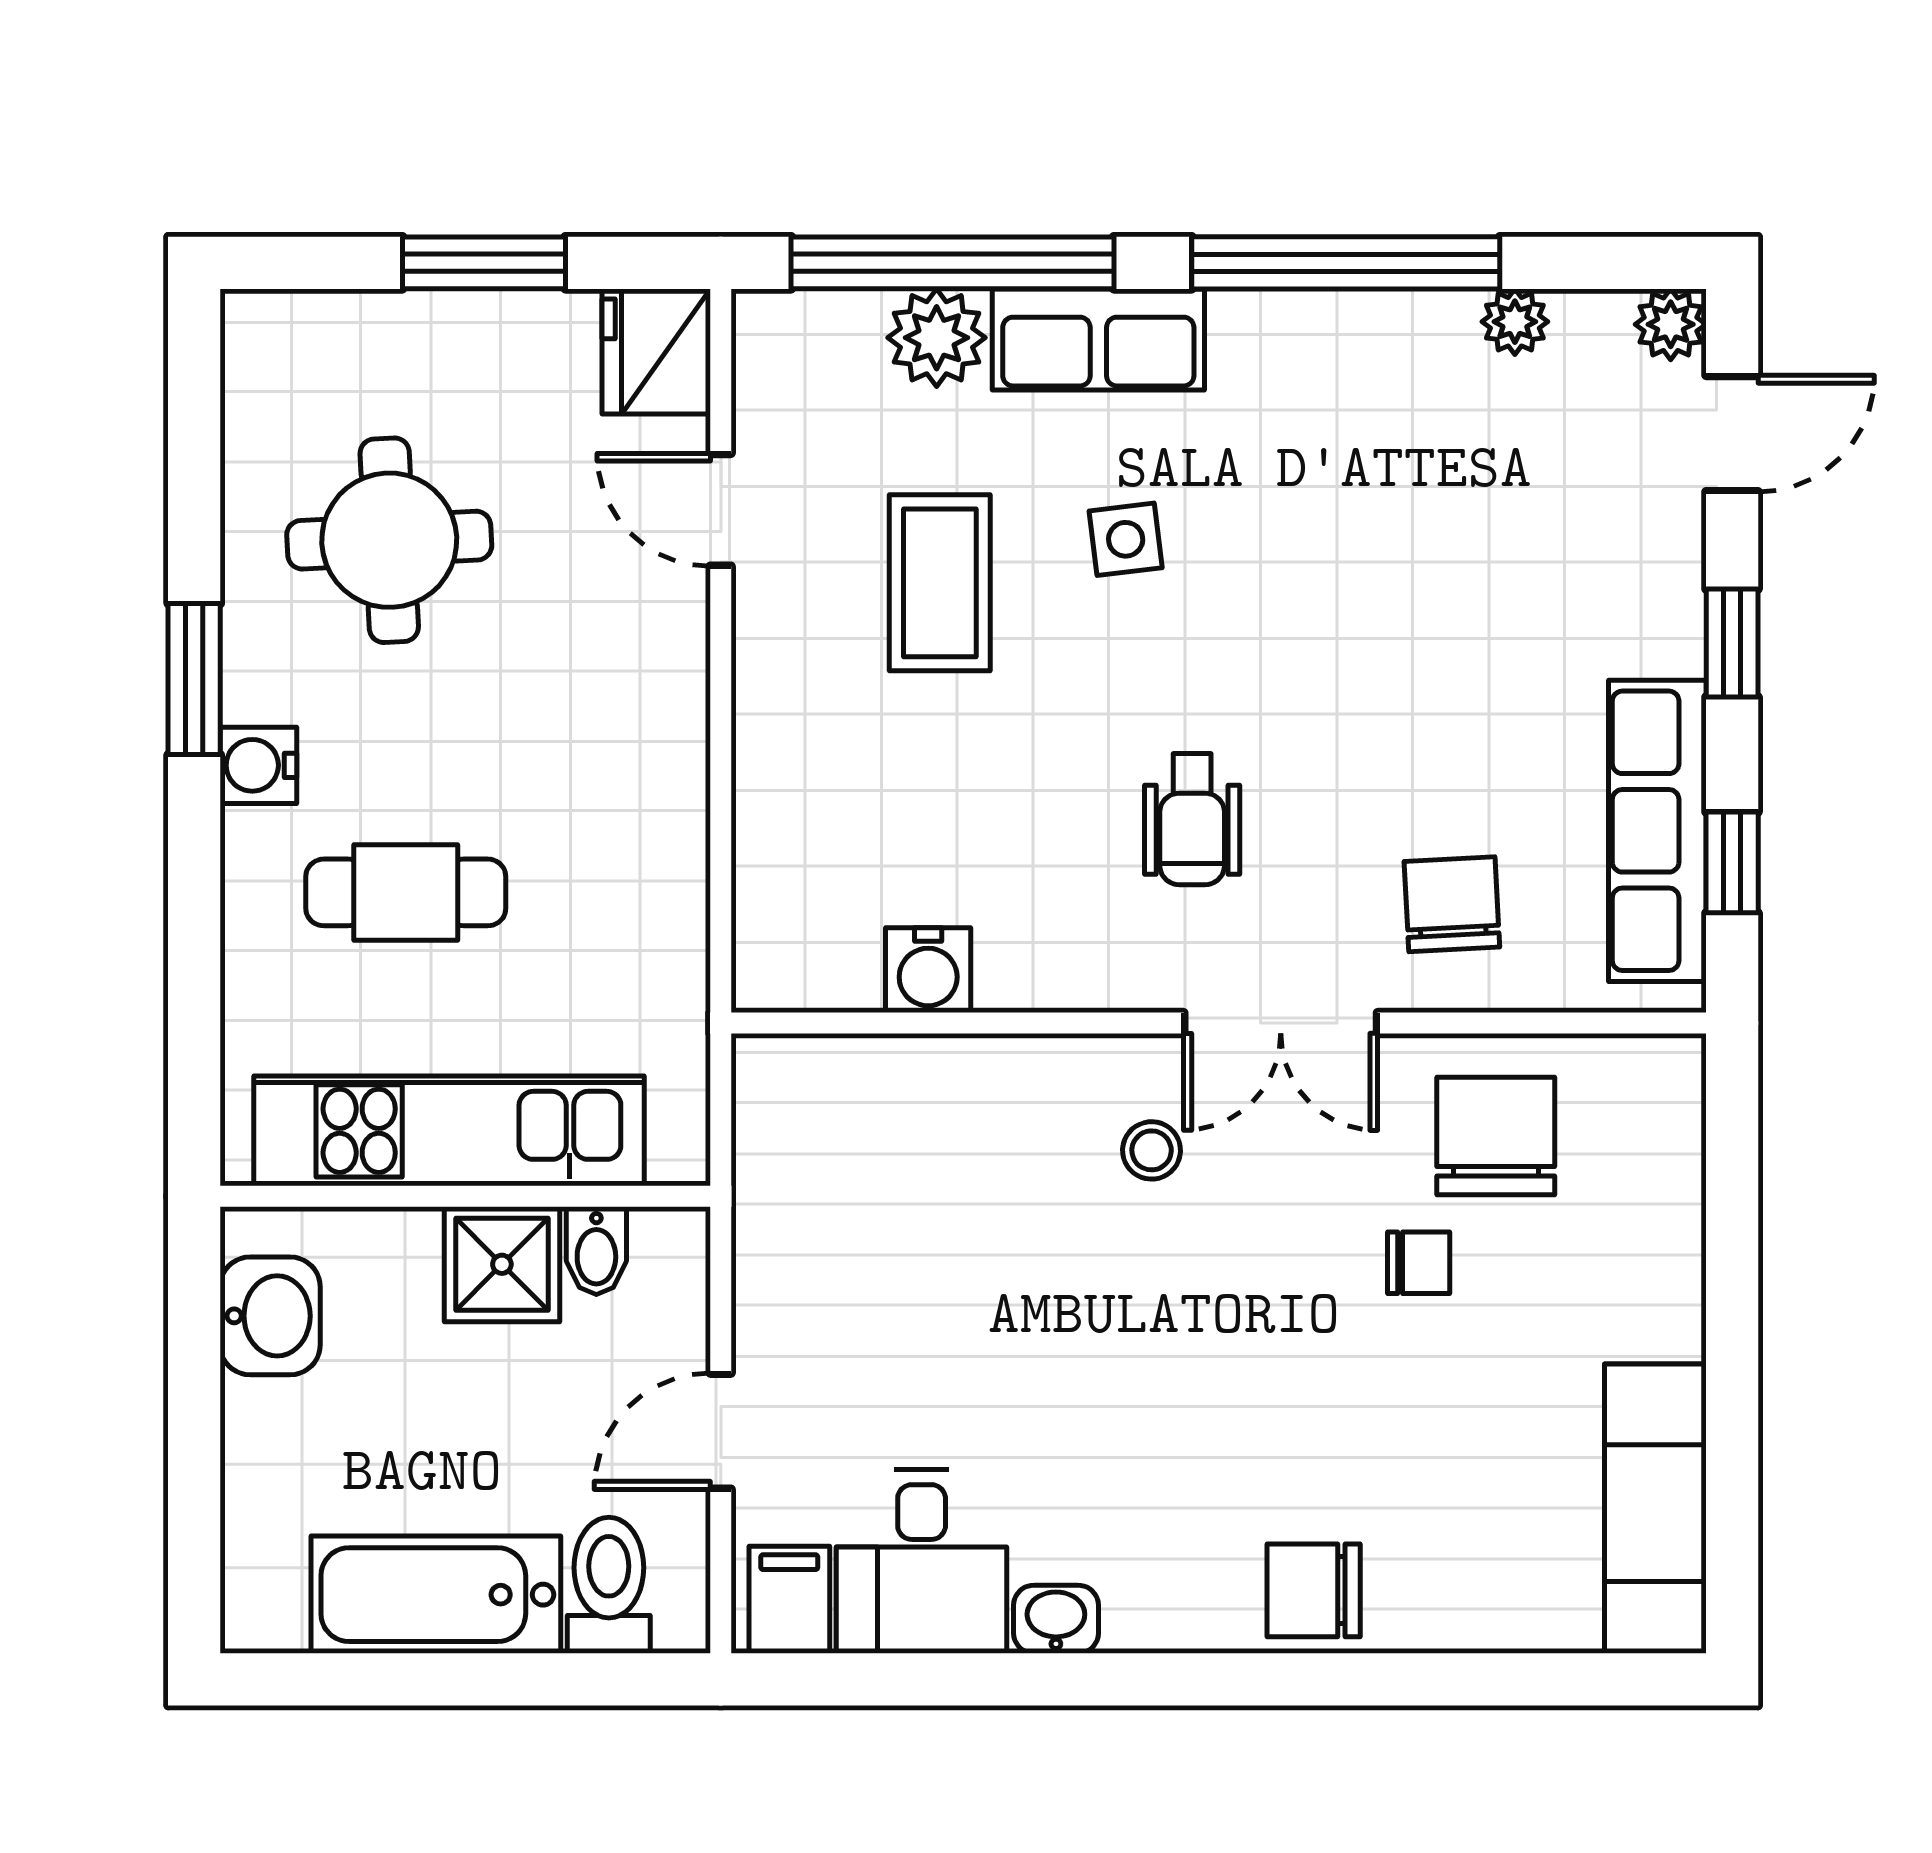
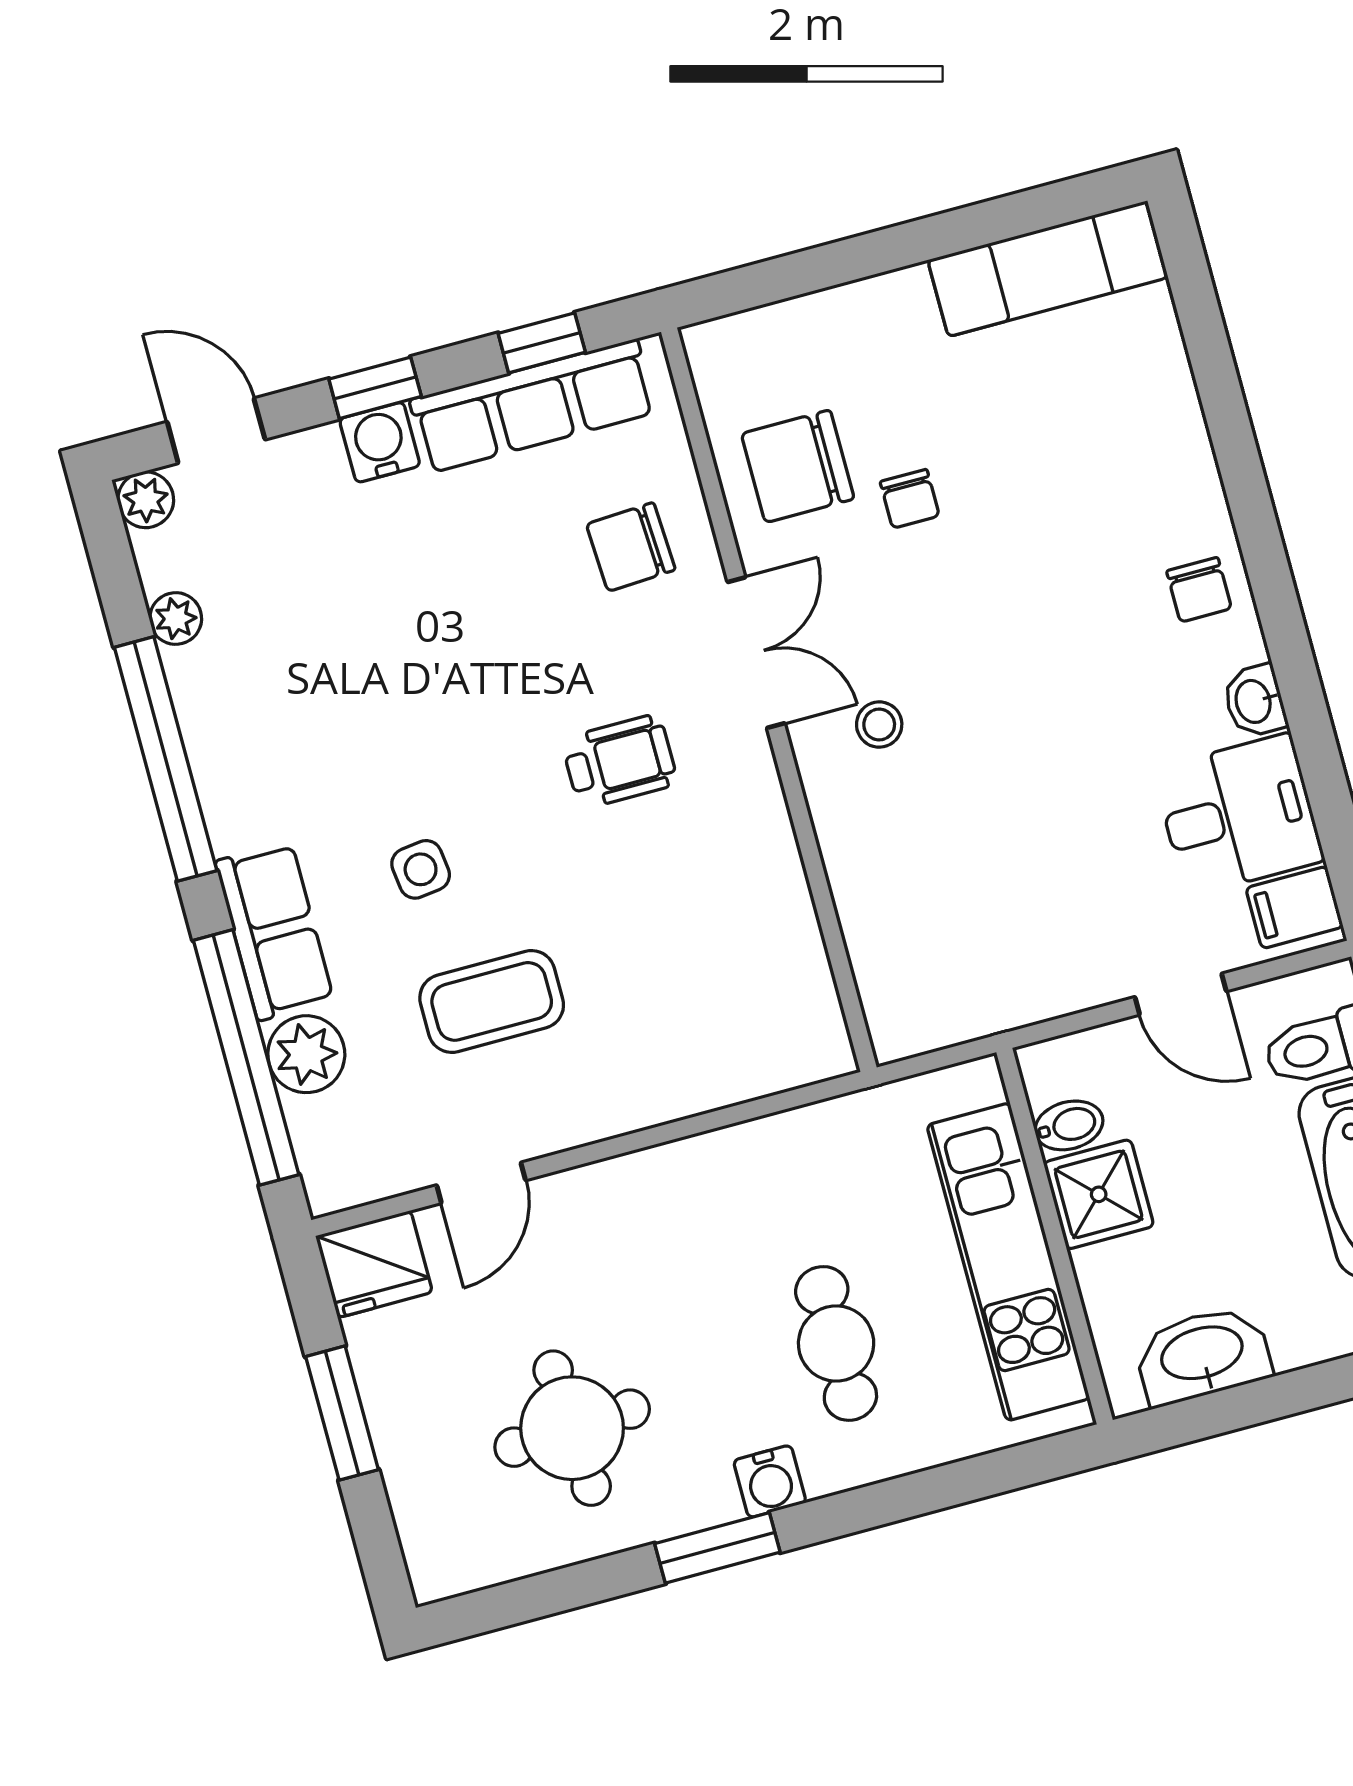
water cooler: (928, 970) -> (380, 442), moved, turned -90
chair: (1419, 1263) -> (910, 499), turned 180
washbasin: (270, 1316) -> (1203, 1355), width x1.38
chair: (1314, 1590) -> (1199, 590), moved, width x0.73, depth x0.73

